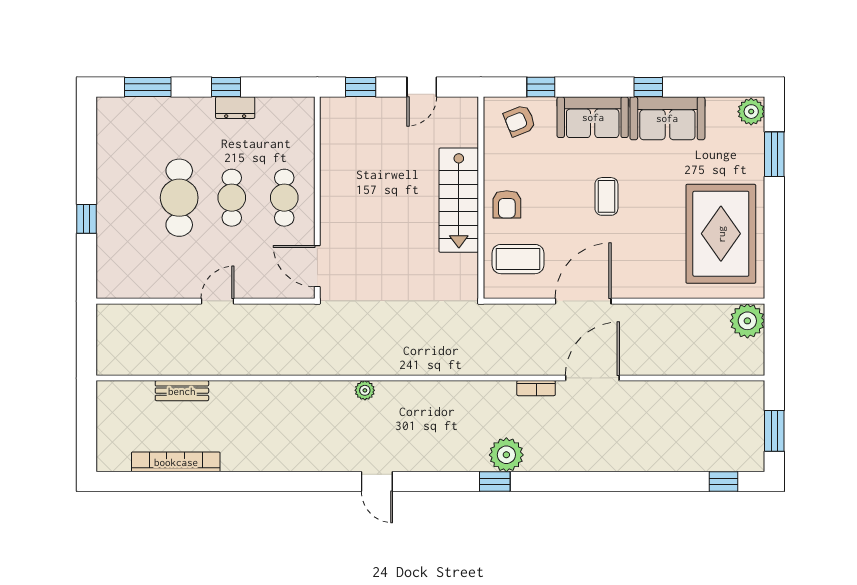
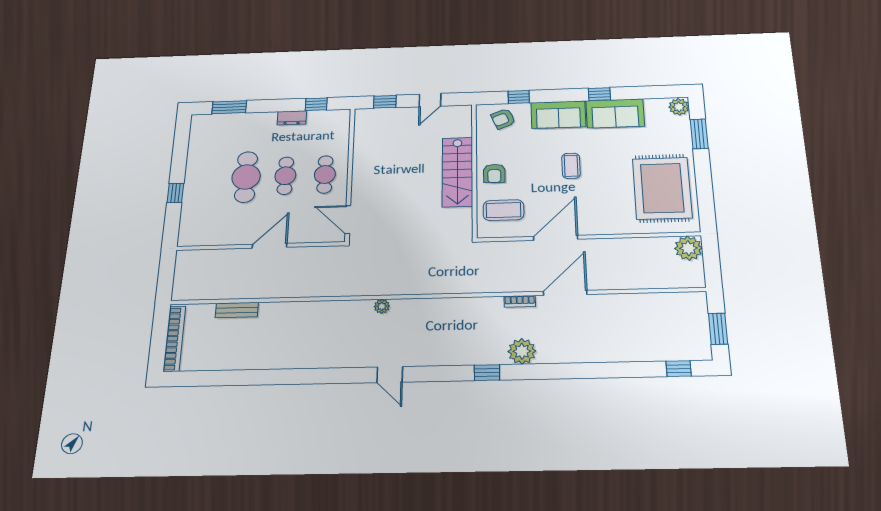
window: (226, 87) -> (316, 104), moved
door: (218, 301) -> (270, 246), width x1.38
plant: (506, 455) -> (522, 351), moved
bookcase: (176, 462) -> (174, 339), moved, turned 90

